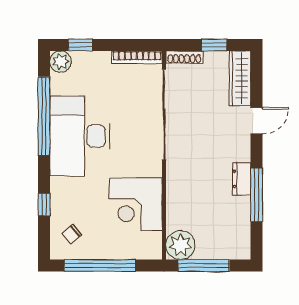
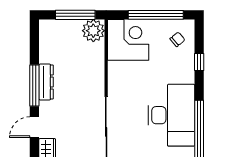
dresser: (242, 179) -> (46, 82), width x1.44
window: (257, 195) -> (34, 85), moved
corner desk: (136, 204) -> (128, 40), moved

